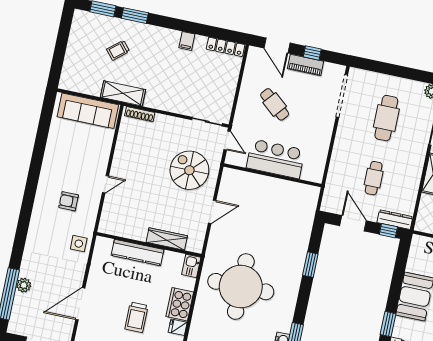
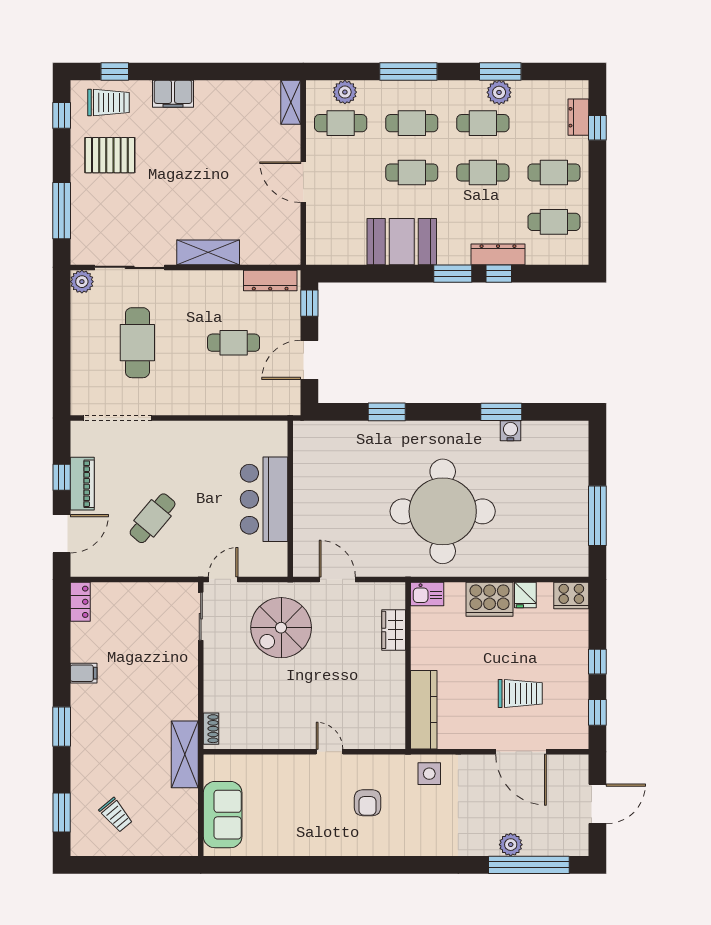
window: (135, 16) -> (62, 727), moved
locker: (226, 47) -> (80, 602), width x0.66
trolley: (118, 50) -> (116, 815), moved
sofa: (88, 111) -> (223, 815), width x0.73
shoe rack: (140, 114) -> (211, 729), width x0.70
cafe table: (386, 118) -> (137, 343), turned 90
bar counter: (276, 159) -> (264, 499), moved
wall: (272, 175) -> (290, 499), moved
dresser: (395, 220) -> (270, 280), moved, turned -90
wardrobe: (167, 239) -> (394, 630), width x0.67
kitchen counter: (138, 252) -> (424, 710), moved
trolley: (137, 317) -> (520, 693), moved

